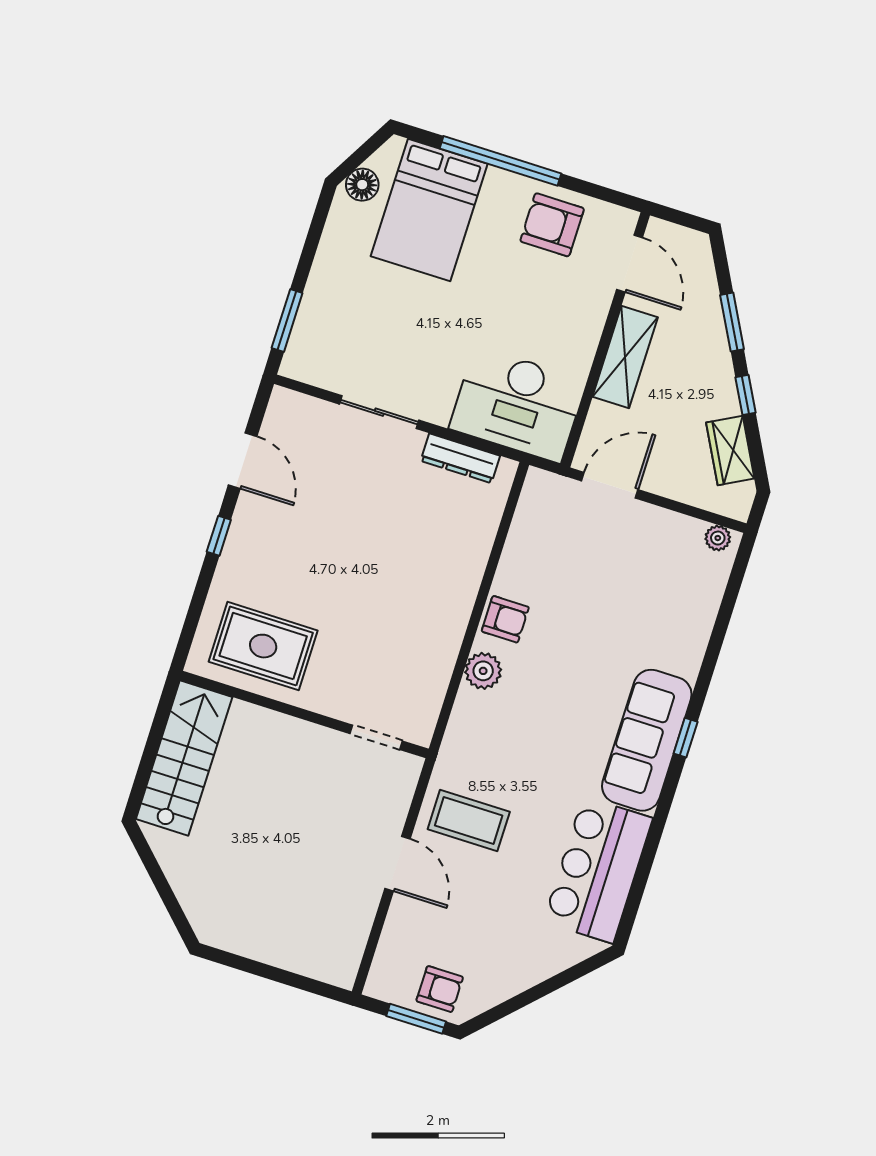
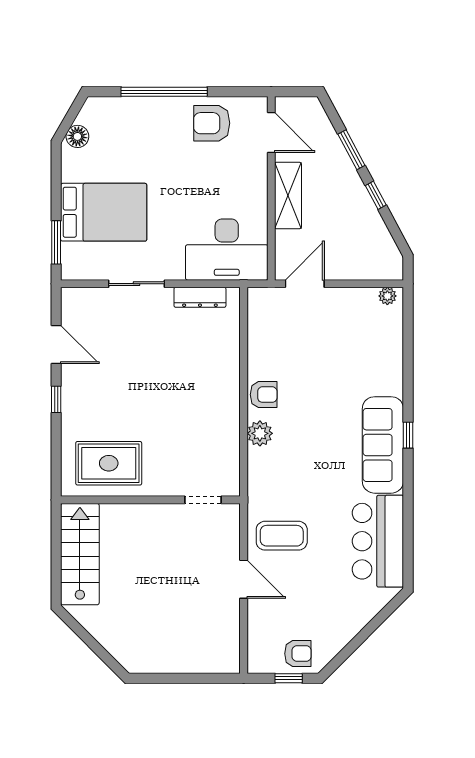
bed: (429, 210) -> (104, 212), moved, turned -90
wardrobe: (730, 451) -> (377, 235), removed
window: (416, 1019) -> (289, 678), width x0.67

